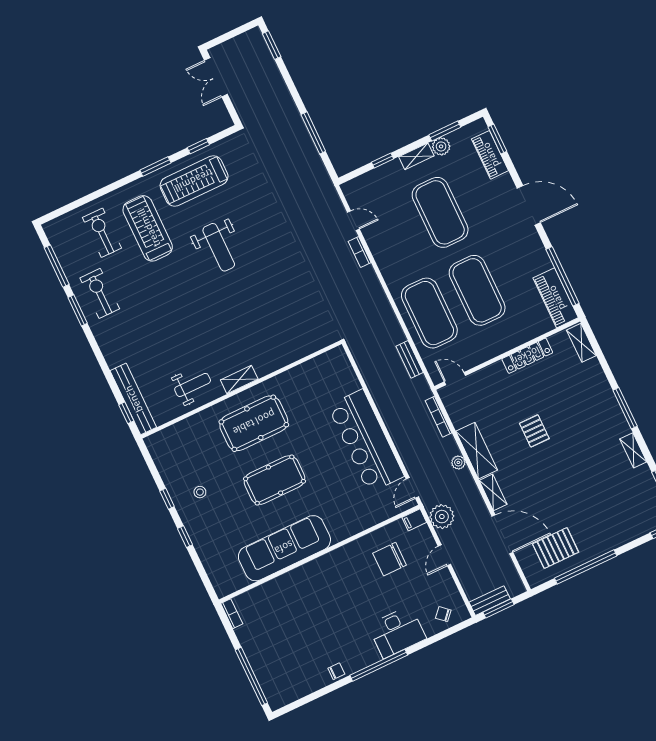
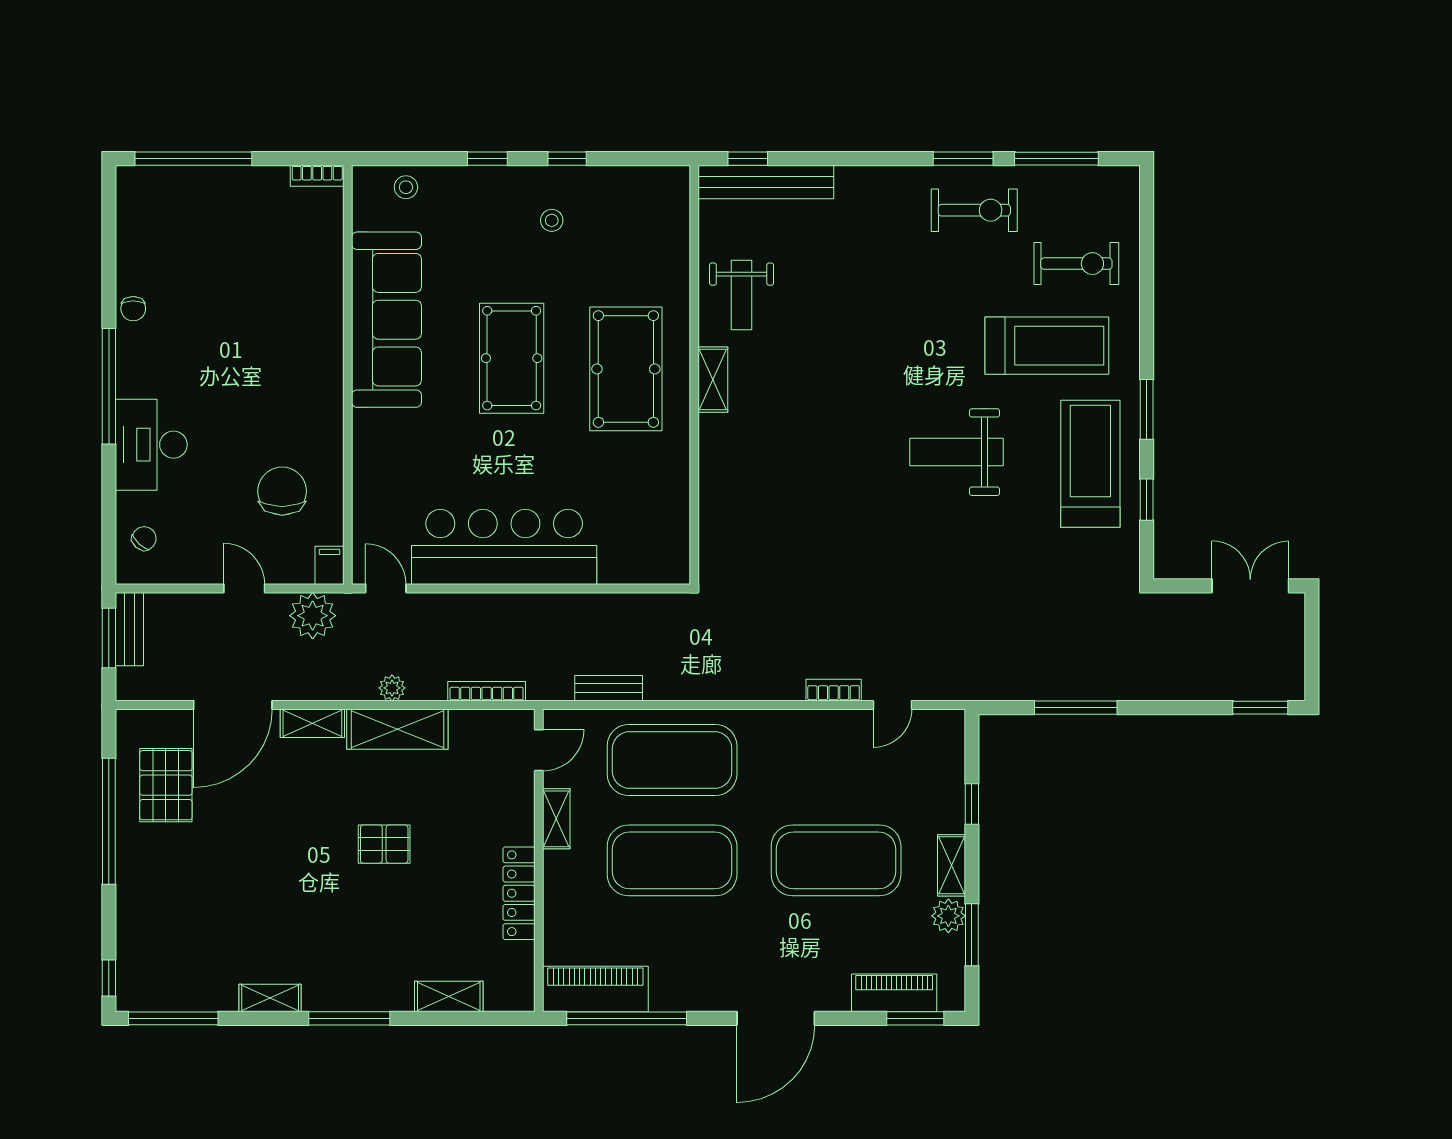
shelving: (581, 343) -> (449, 997), moved
shelving: (483, 355) -> (556, 819), added
stool: (217, 569) -> (406, 187), added

